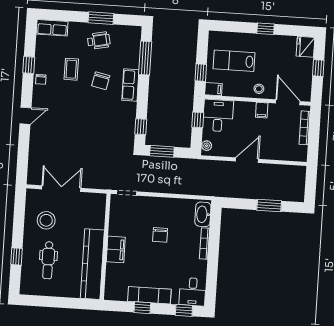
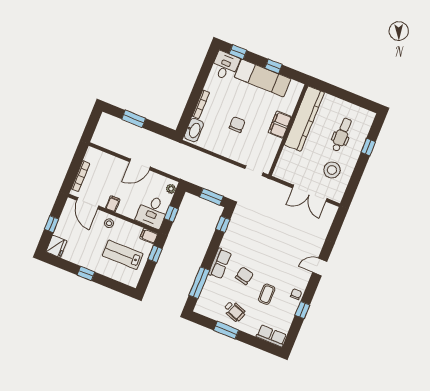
wheelchair: (99, 41) -> (234, 311), turned -148
lab bench: (234, 61) -> (123, 255), turned 180
exam couch: (149, 295) -> (263, 78), width x1.36, depth x1.45

